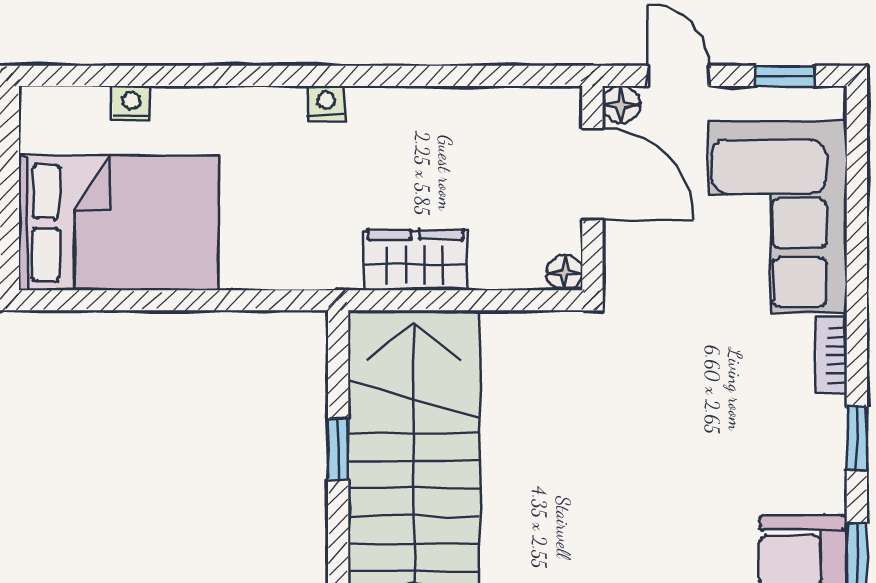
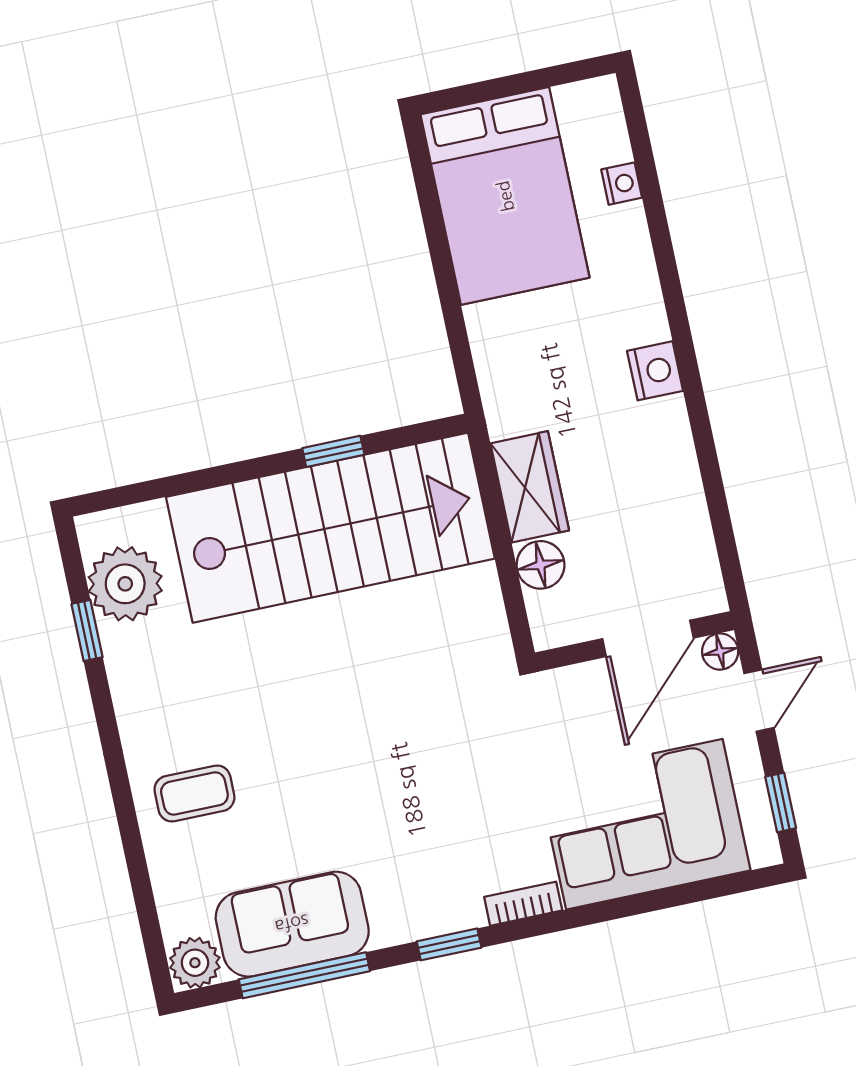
nightstand: (326, 103) -> (655, 371), width x1.39, depth x1.35
floor lamp: (565, 272) -> (541, 565), moved, width x1.37, depth x1.37

